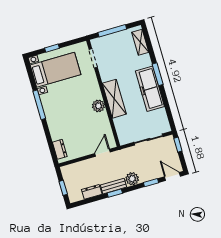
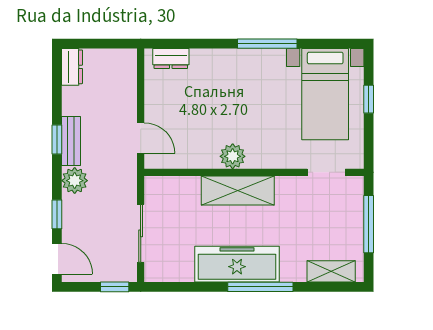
window: (158, 74) -> (260, 287), width x1.44
door: (172, 176) -> (57, 259), hinge flipped
window: (63, 188) -> (95, 44), removed
dresser: (92, 192) -> (72, 67), moved

